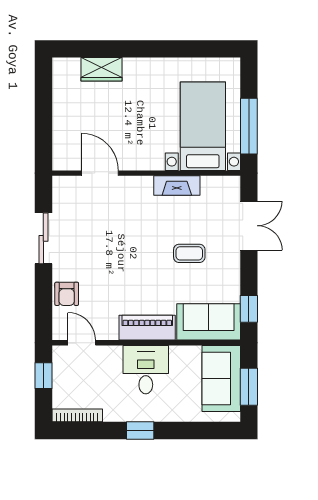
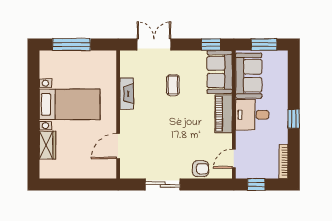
bed with nightstands: (203, 126) -> (70, 104), moved, turned 180
window: (249, 126) -> (72, 44), moved
sofa: (221, 378) -> (249, 76), moved, turned -90

